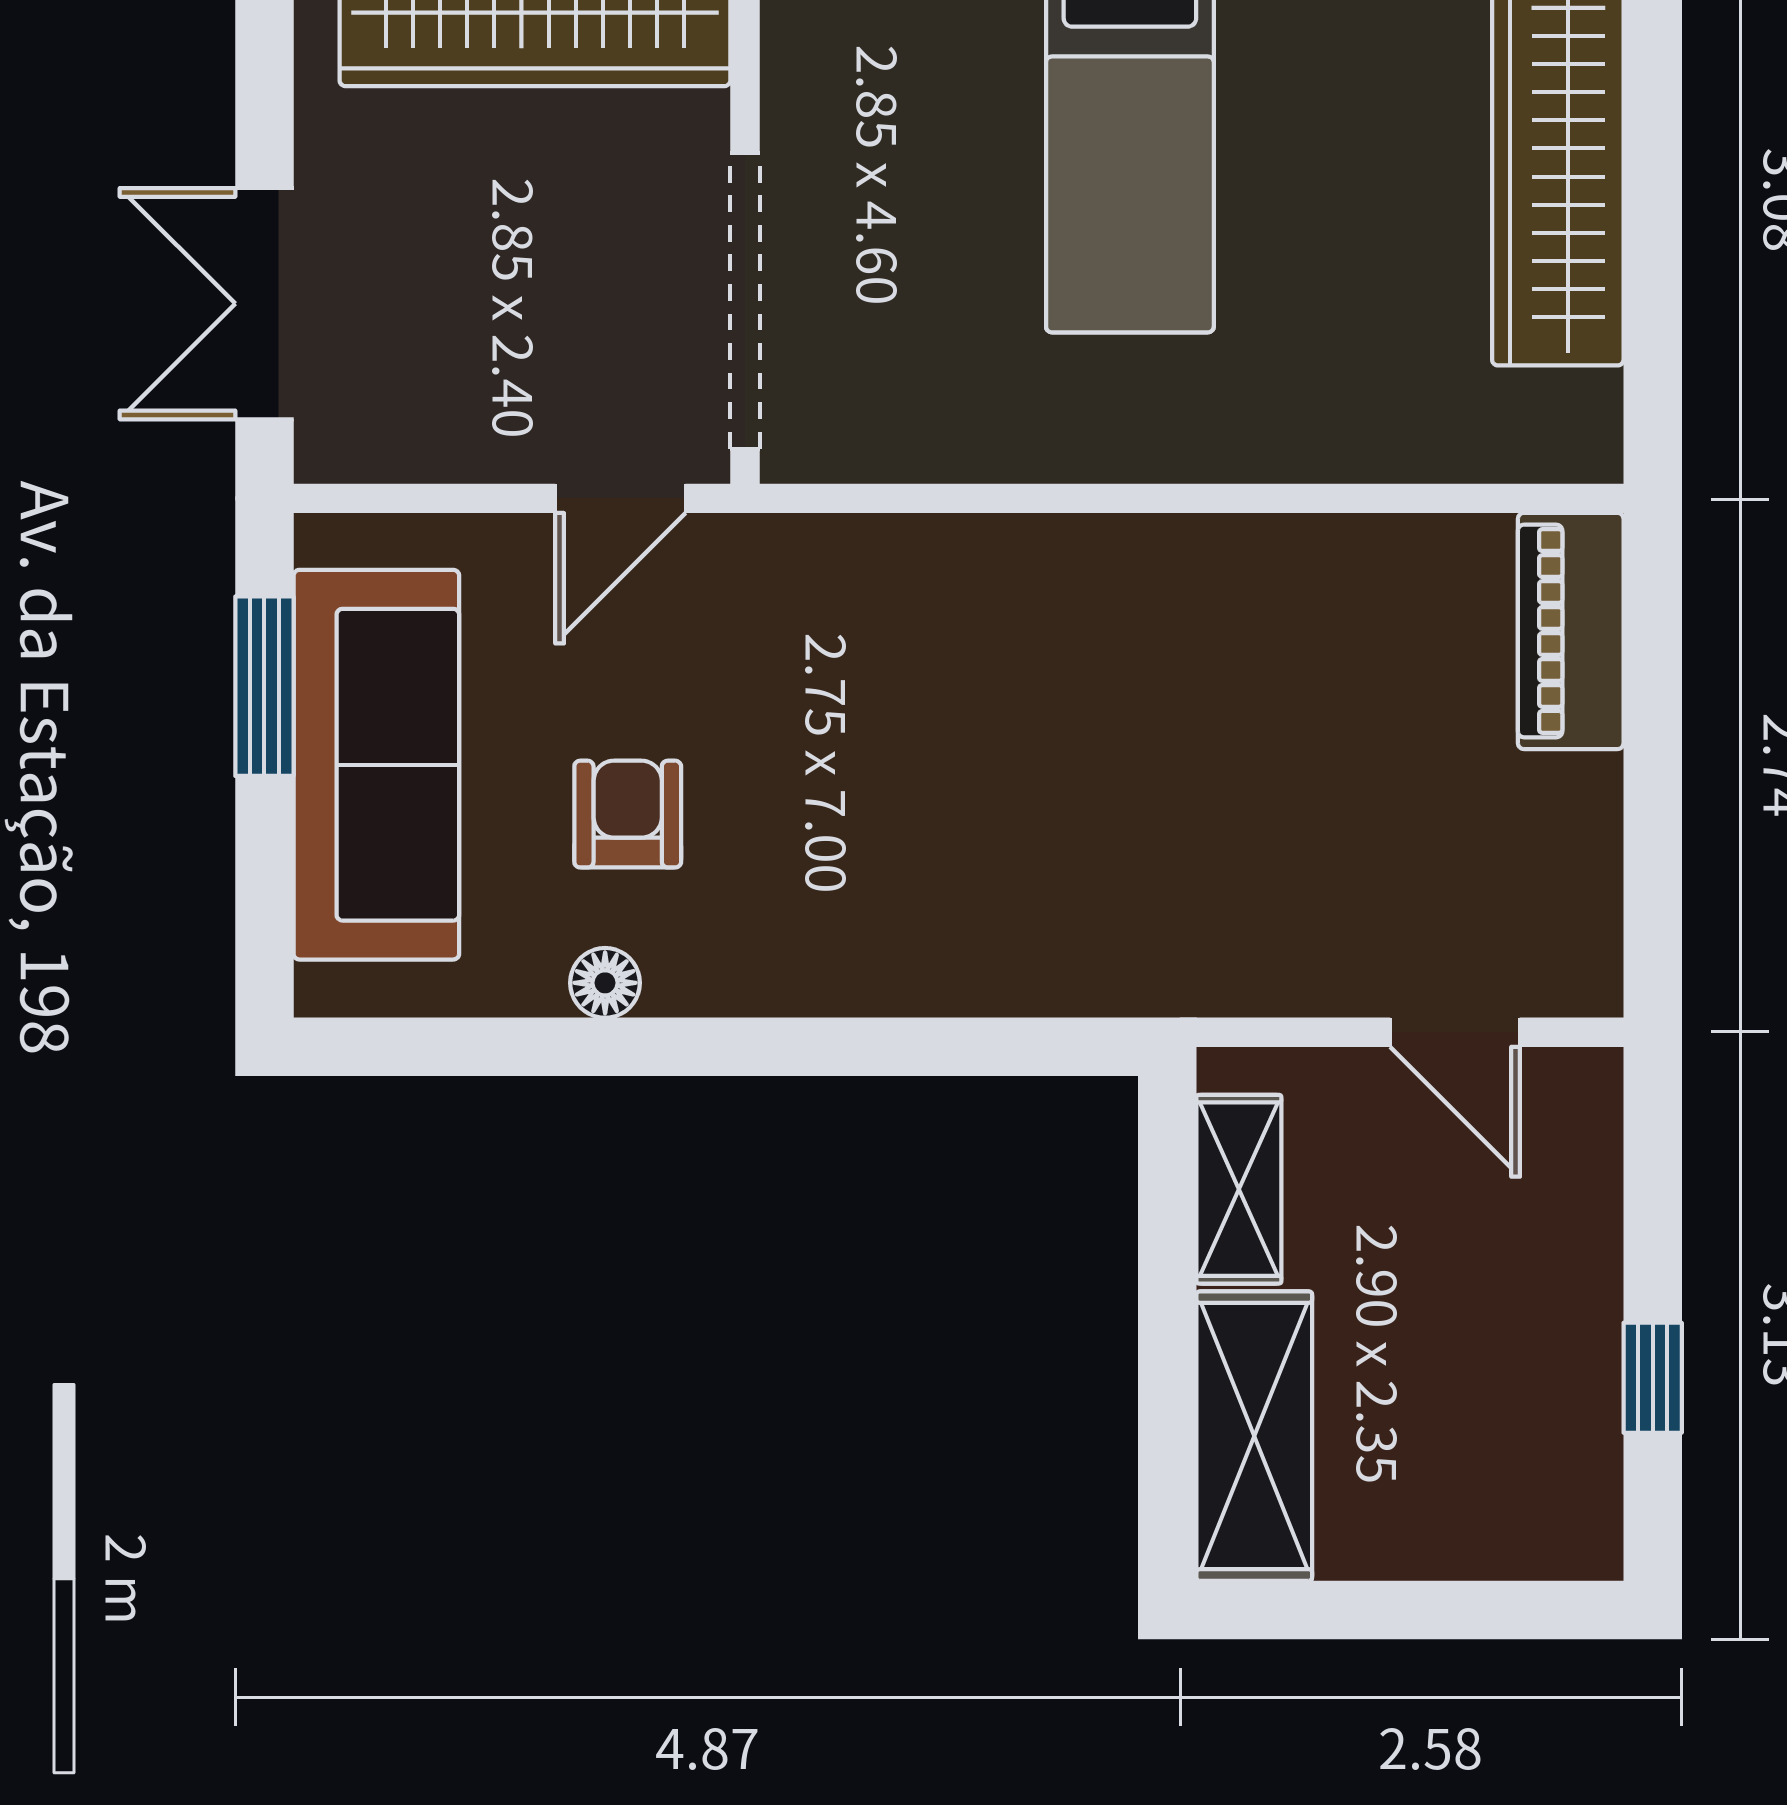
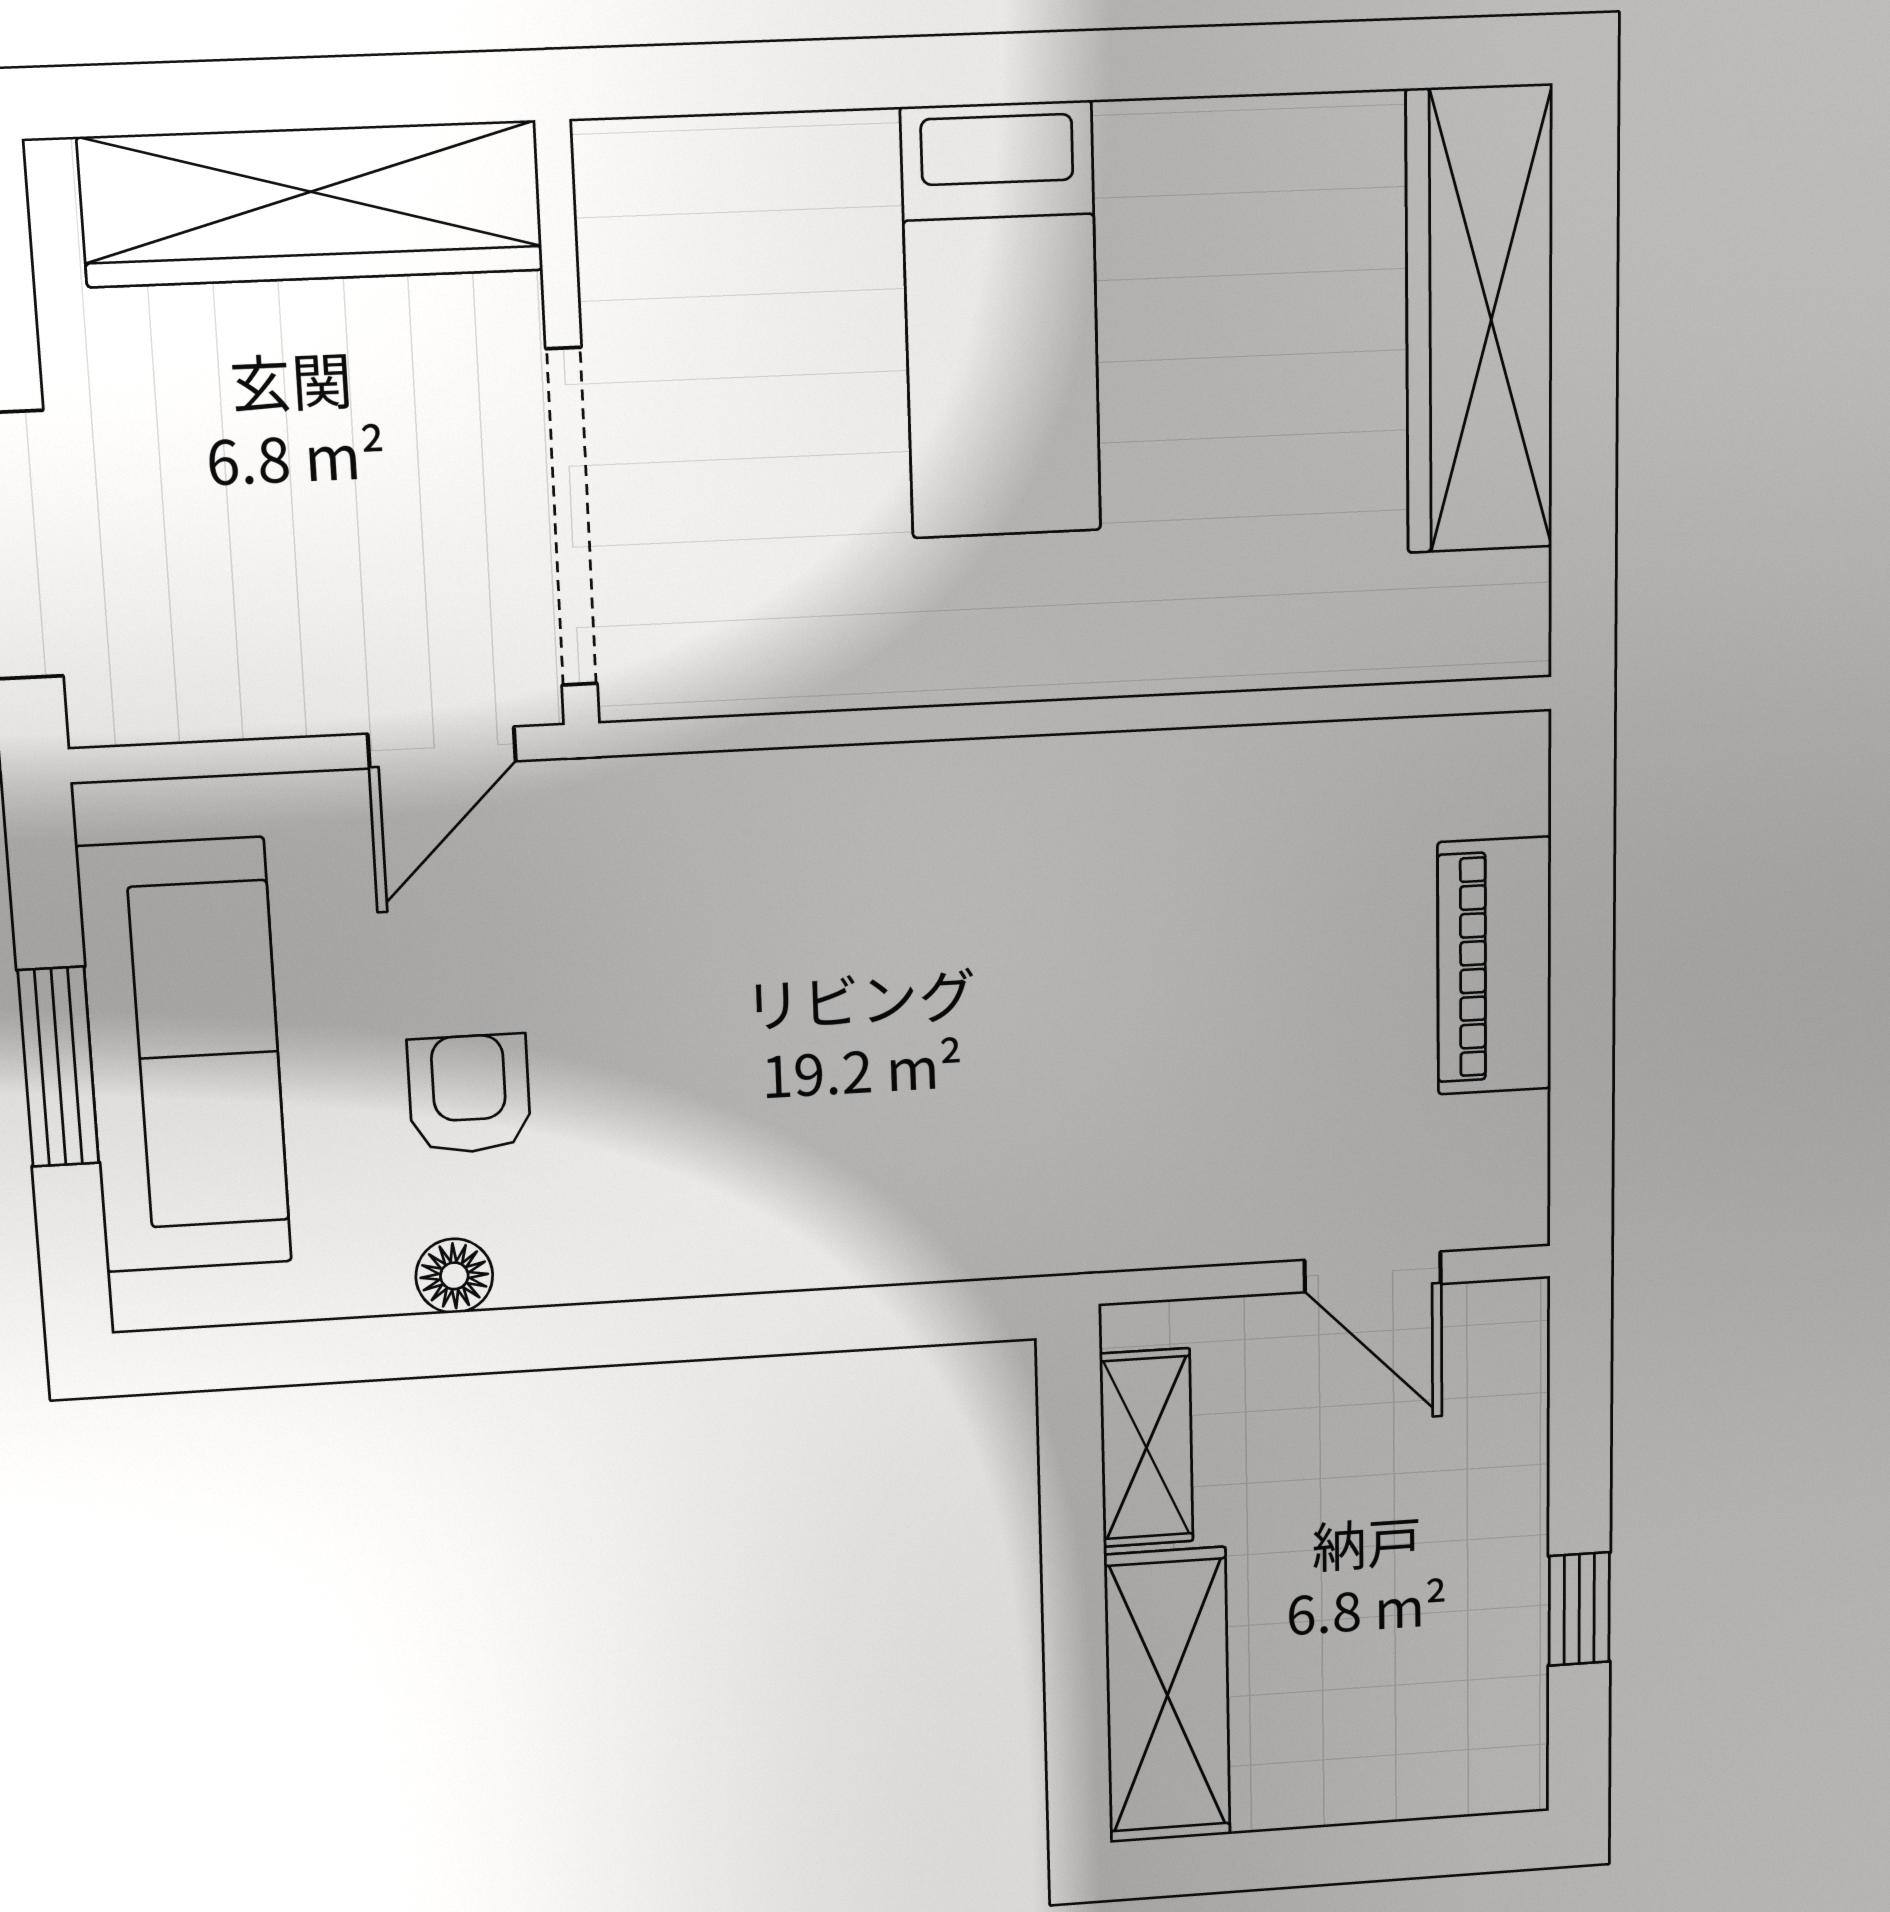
piano: (1571, 631) -> (1494, 966), moved
window: (264, 686) -> (58, 1067), moved

